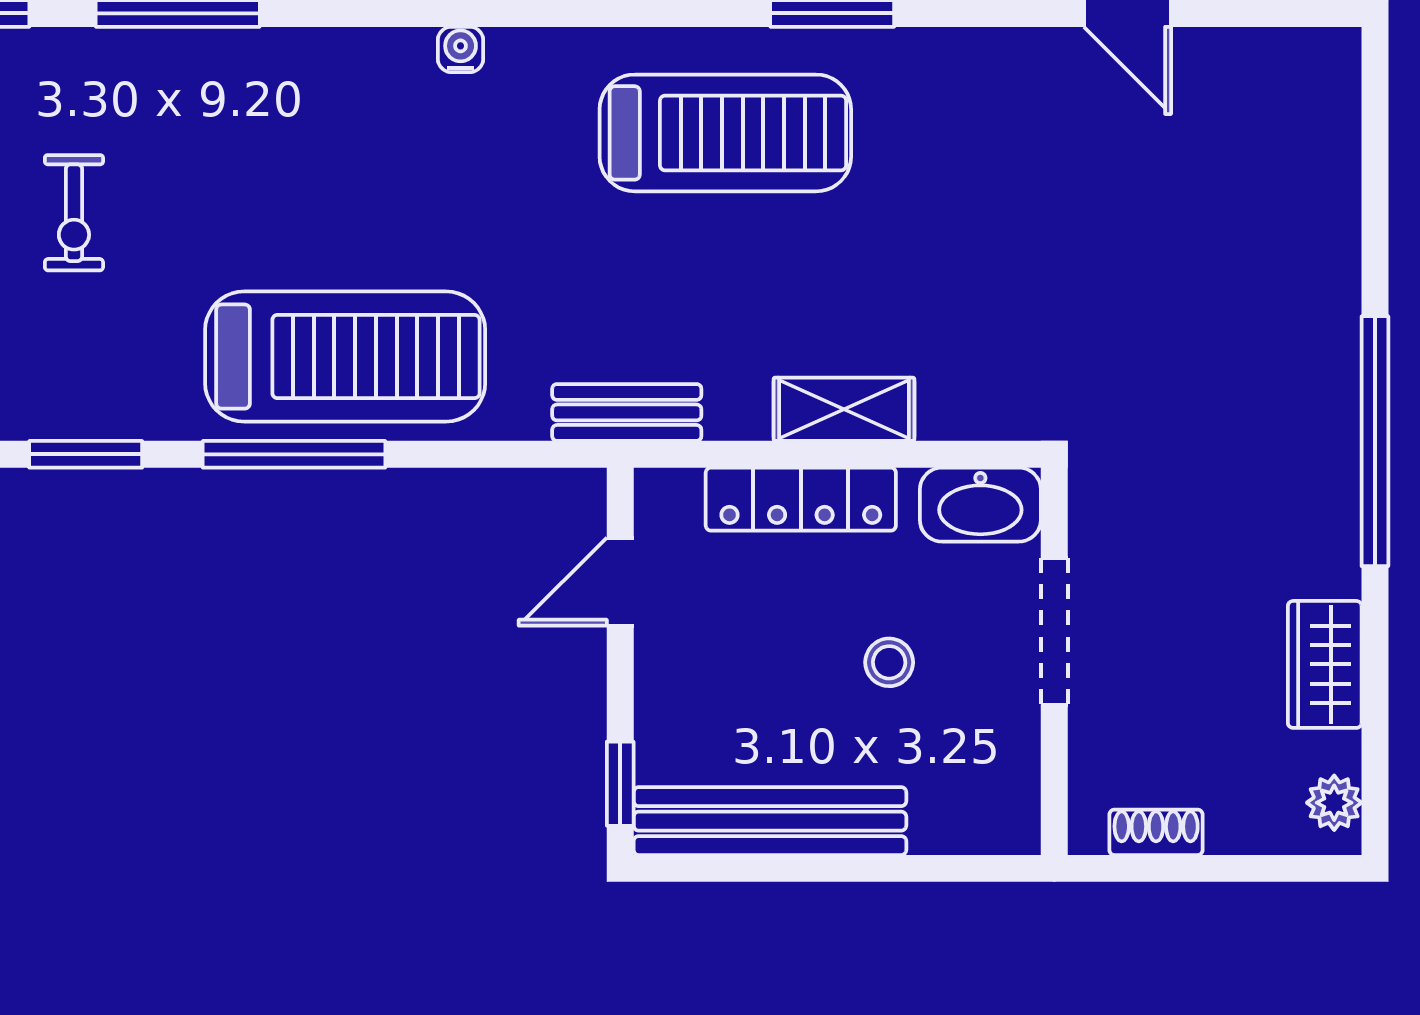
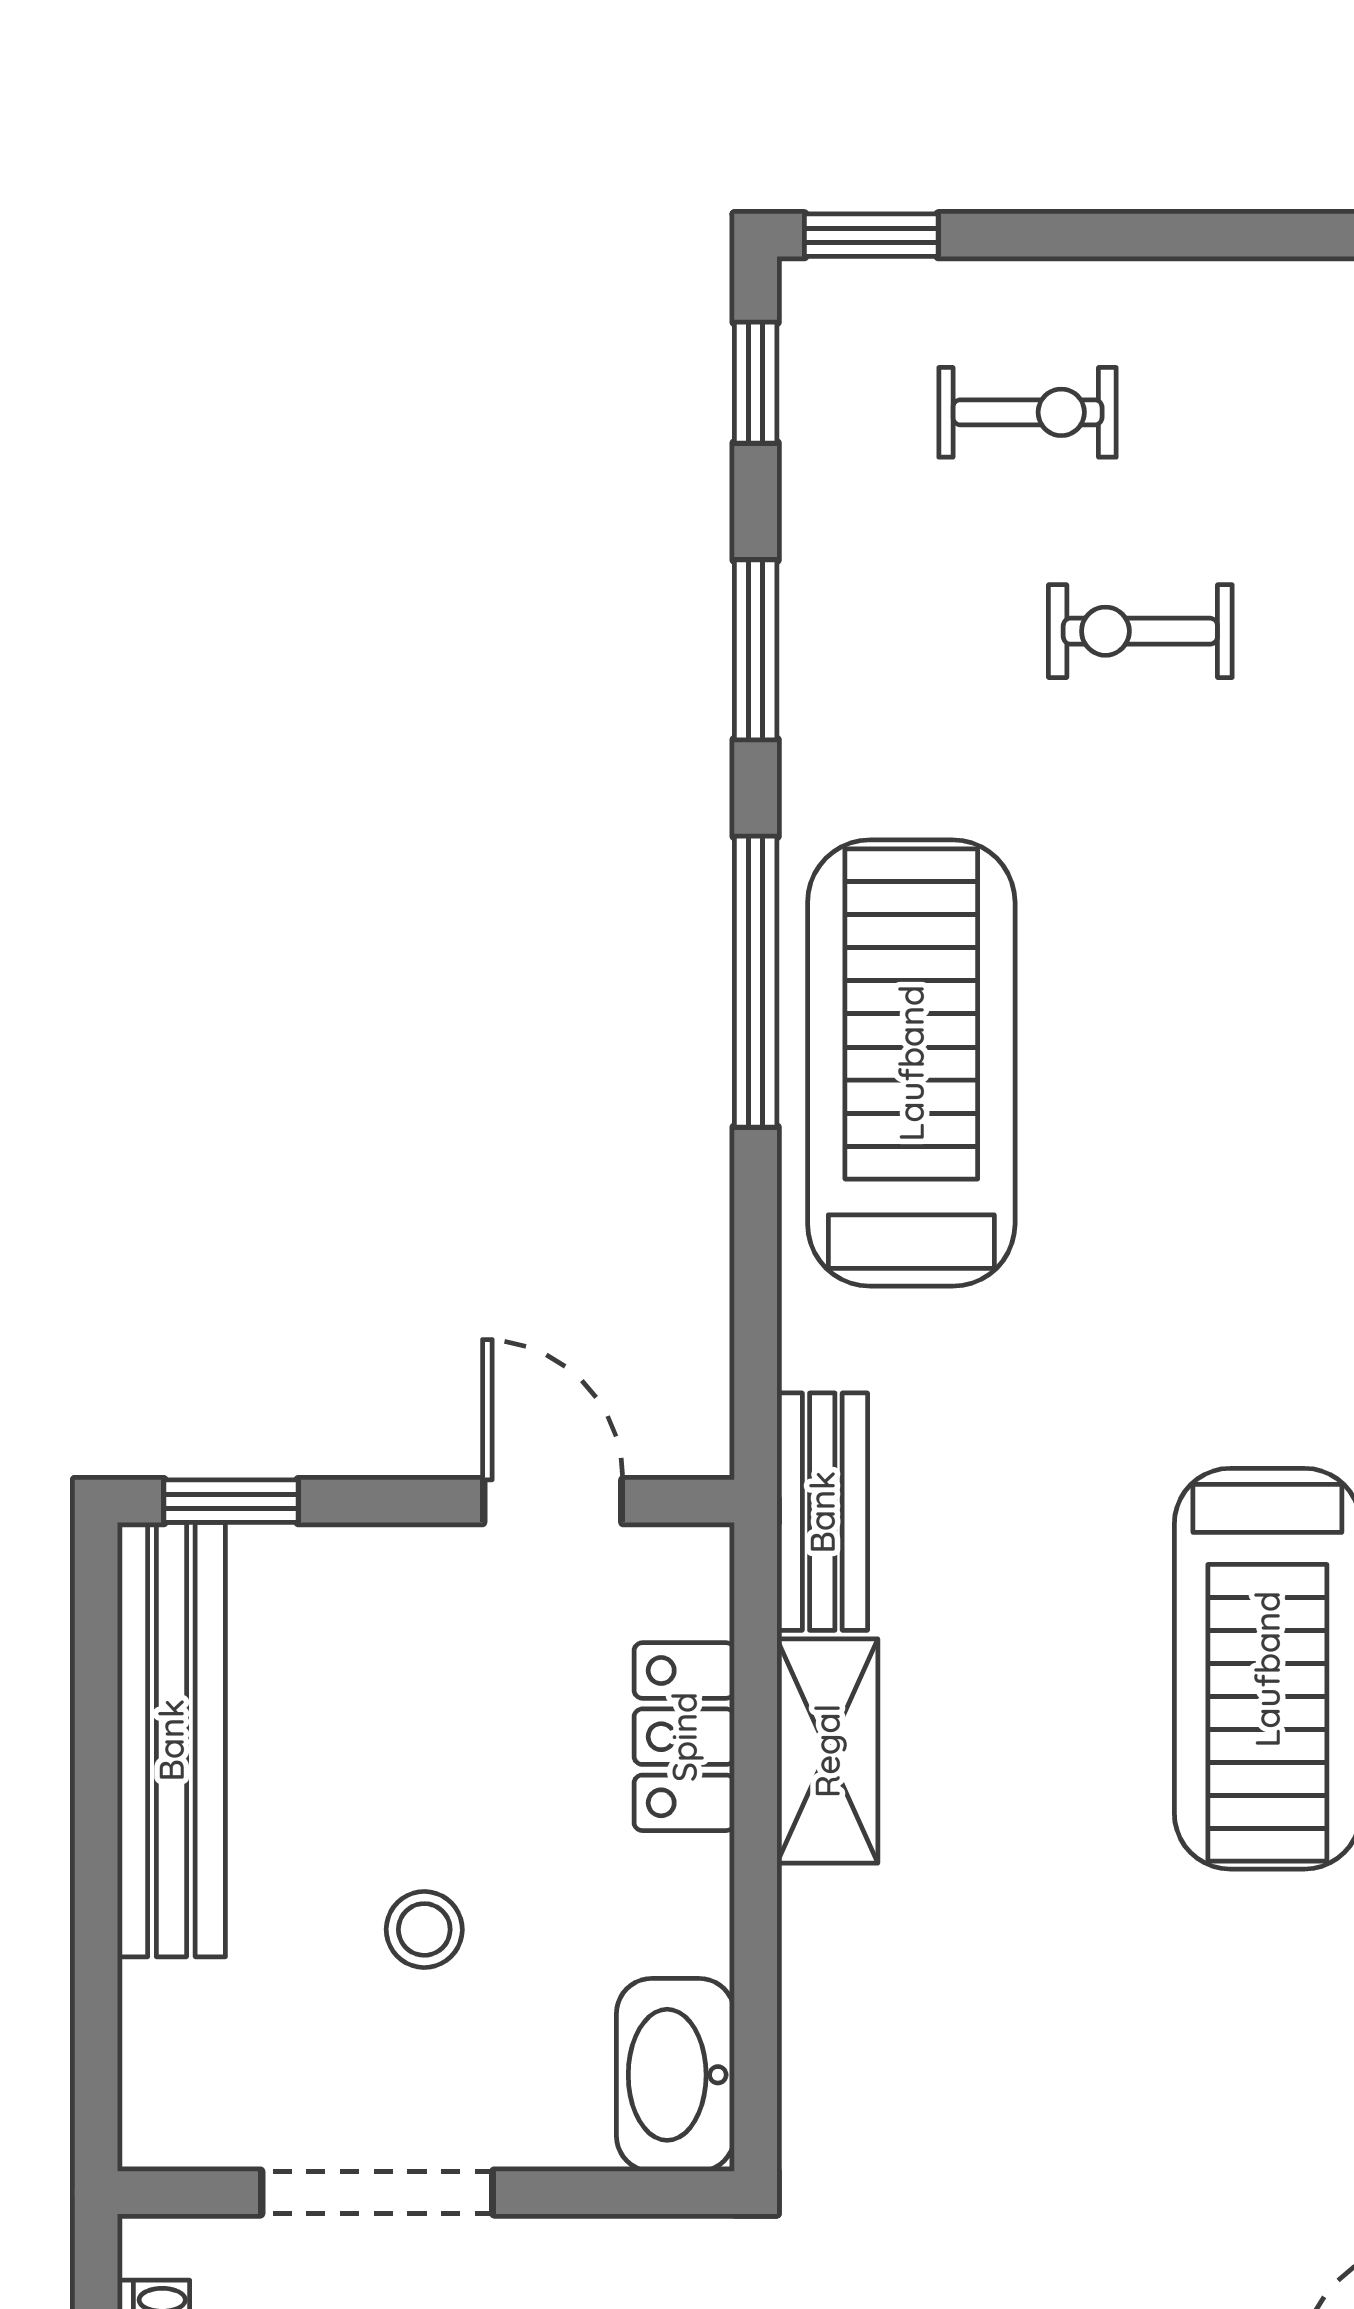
treadmill: (345, 357) -> (911, 1063), turned 180
shelving: (844, 409) -> (827, 1751), moved
locker: (801, 499) -> (684, 1737), width x0.66
doorway: (1054, 631) -> (377, 2193), moved

